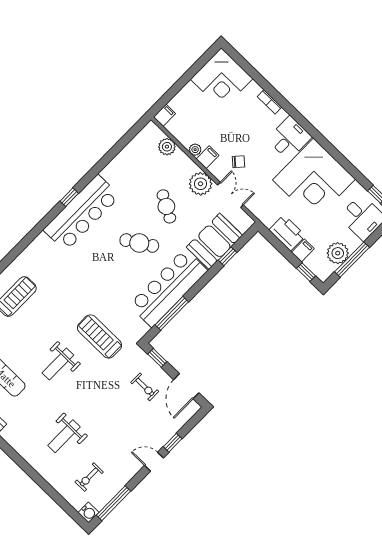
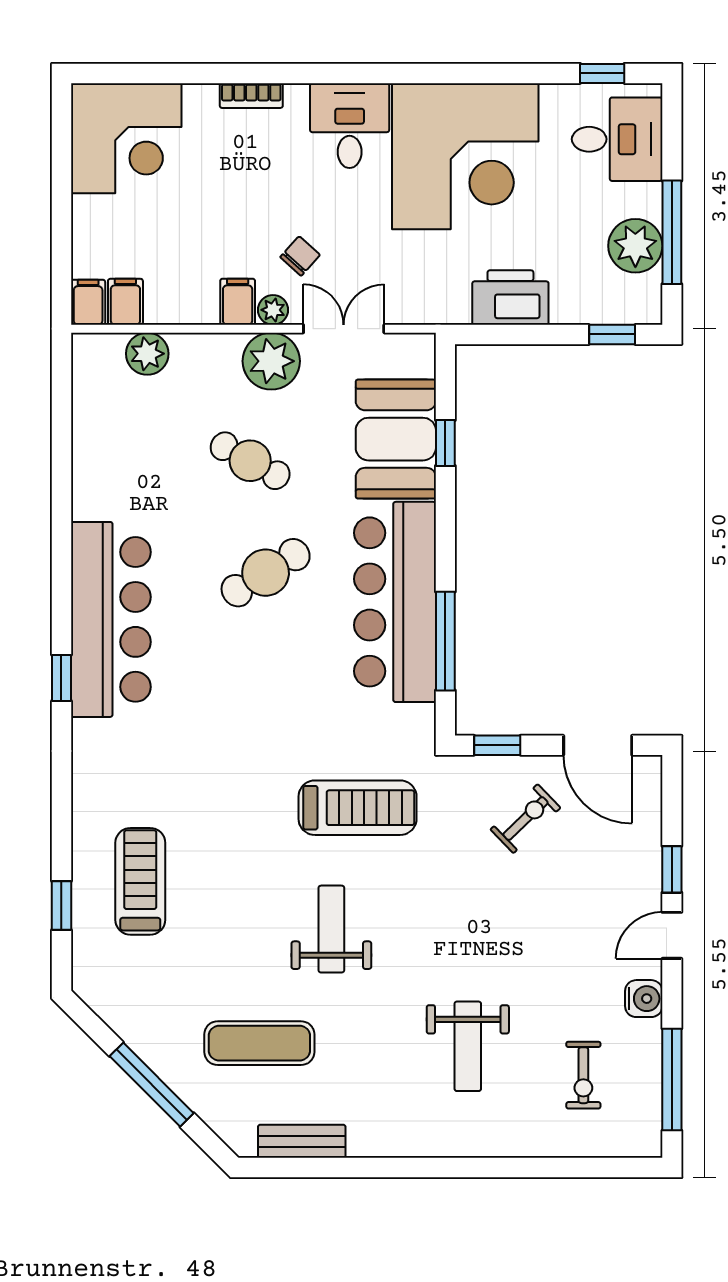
plant: (195, 150) -> (273, 310), moved
window: (69, 197) -> (61, 678), moved
filing cabinet: (303, 251) -> (125, 302), moved
treadmill: (100, 336) -> (358, 808), turned 180
weight bench: (58, 364) -> (331, 929), turned 180
exercise bike: (145, 387) -> (526, 819), turned -44
water cooler: (88, 512) -> (644, 999), moved

